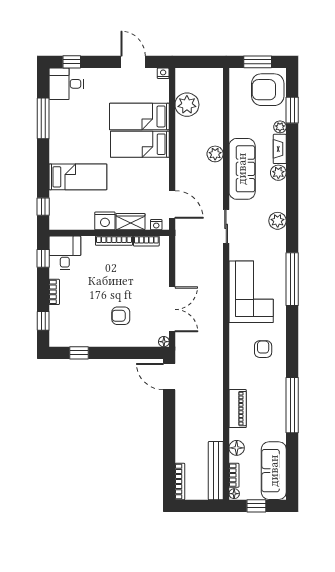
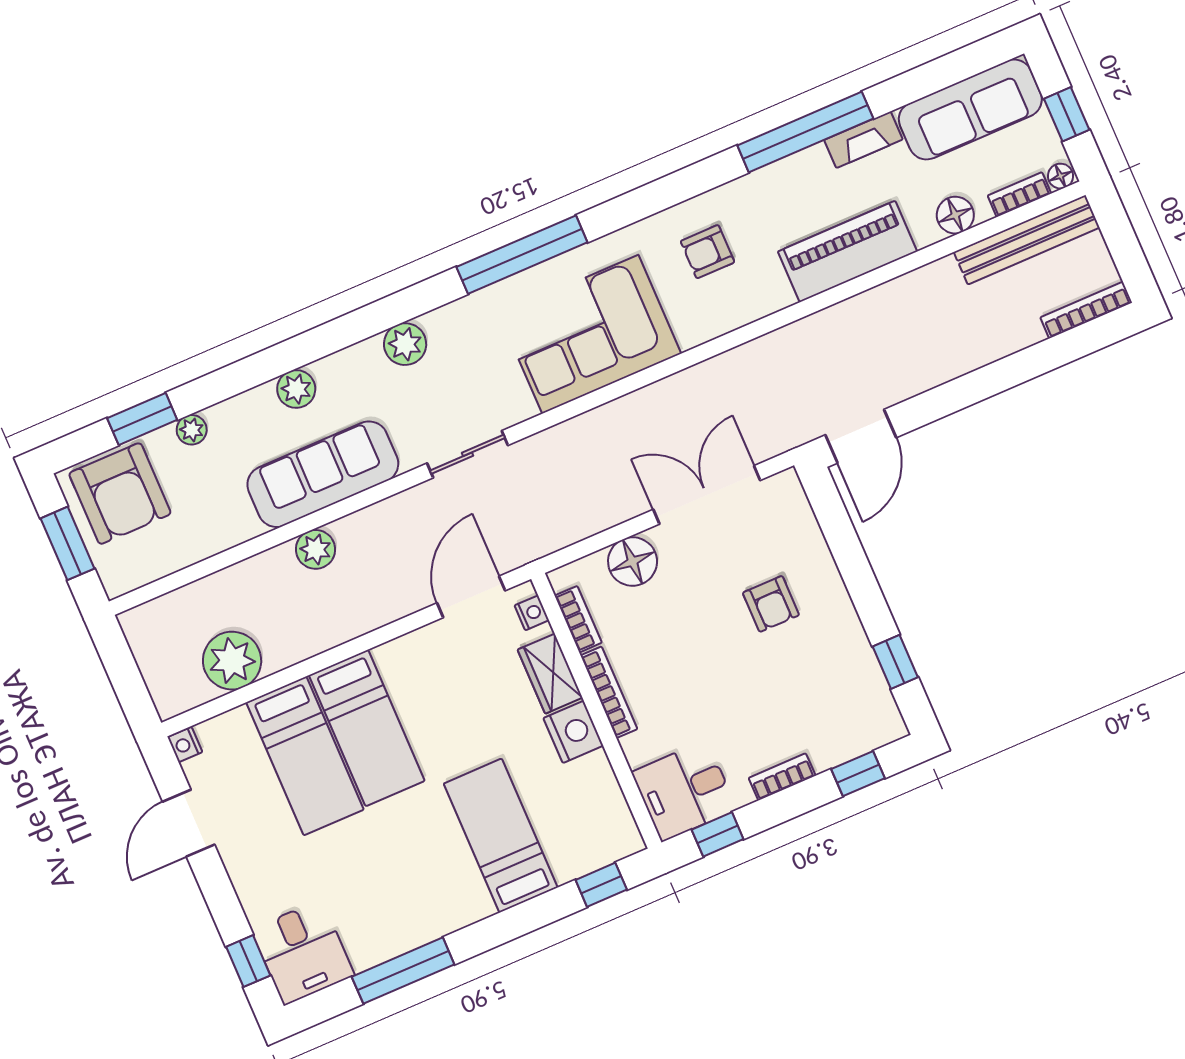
fireplace: (280, 149) -> (863, 140), moved
floor lamp: (164, 342) -> (633, 562), moved, width x1.89, depth x1.89
piano: (238, 409) -> (847, 252), width x1.37, depth x1.33

